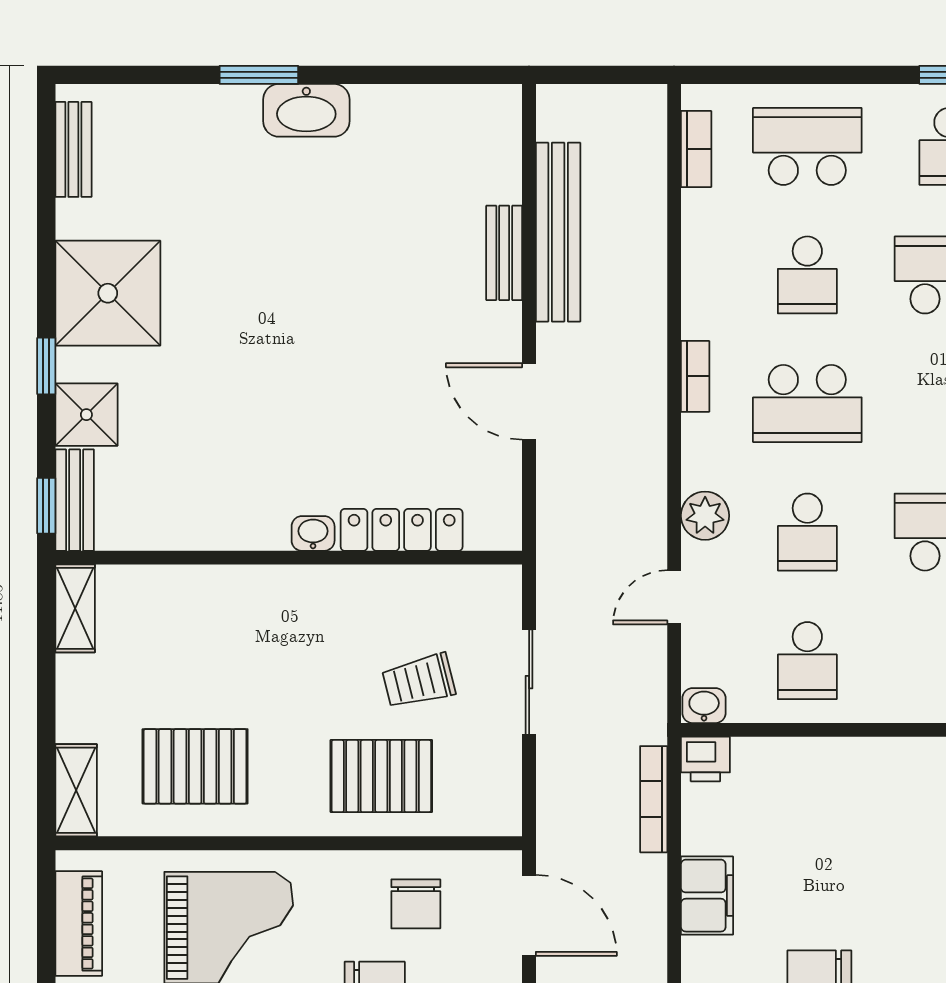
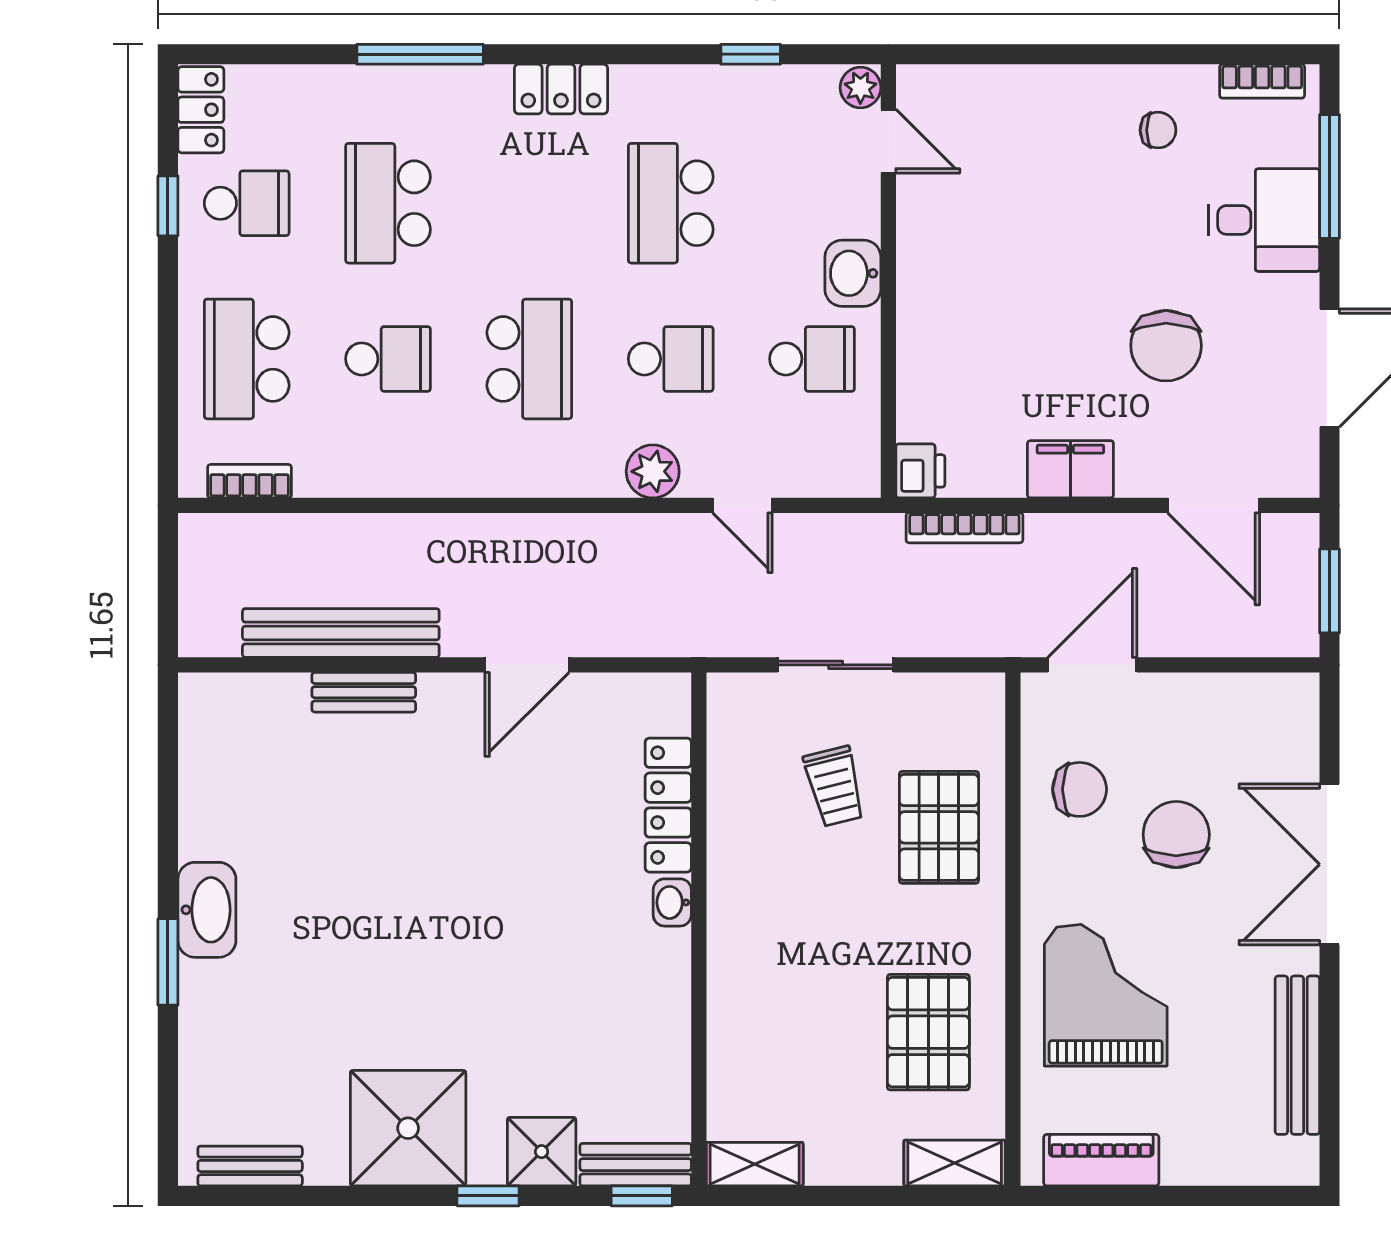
bookcase: (695, 376) -> (499, 482), removed
washbasin: (704, 706) -> (853, 273), moved, width x1.38, depth x1.45

